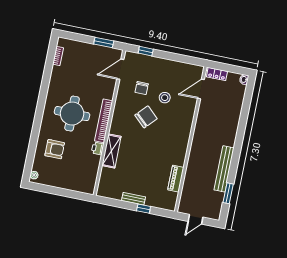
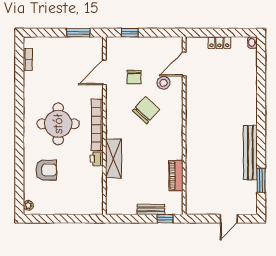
door: (120, 69) -> (104, 72), moved
door: (201, 89) -> (184, 64), moved
wall: (191, 139) -> (184, 126), moved
piano: (176, 179) -> (176, 176), moved

